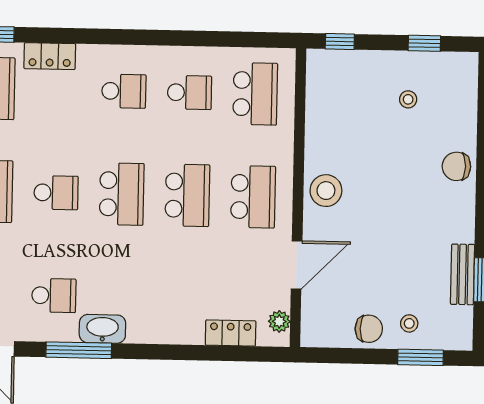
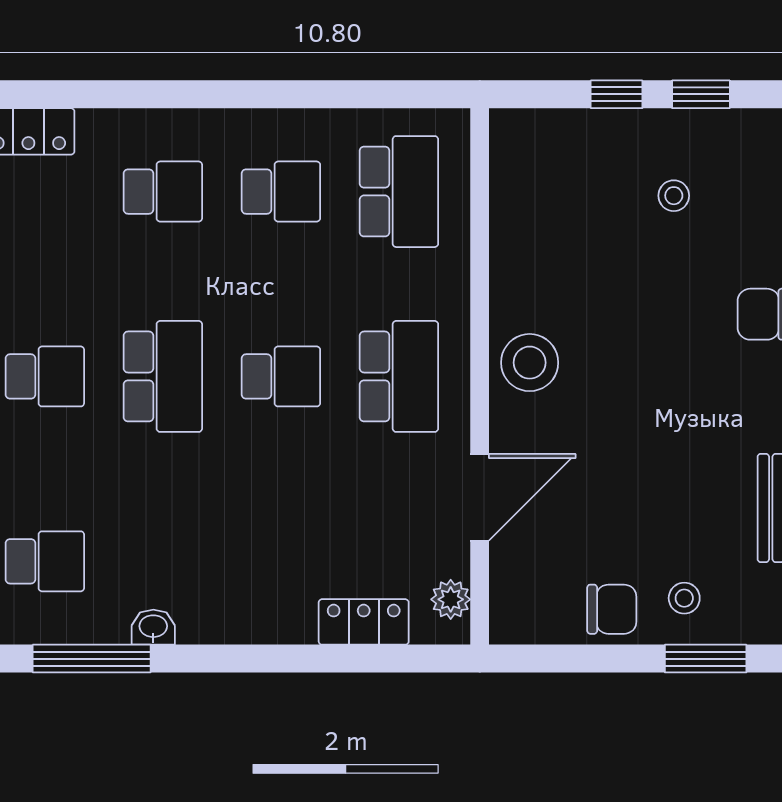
window: (340, 41) -> (617, 94), moved
school desk: (187, 195) -> (281, 376), width x0.54
washbasin: (102, 329) -> (153, 627), width x0.52, depth x0.69

